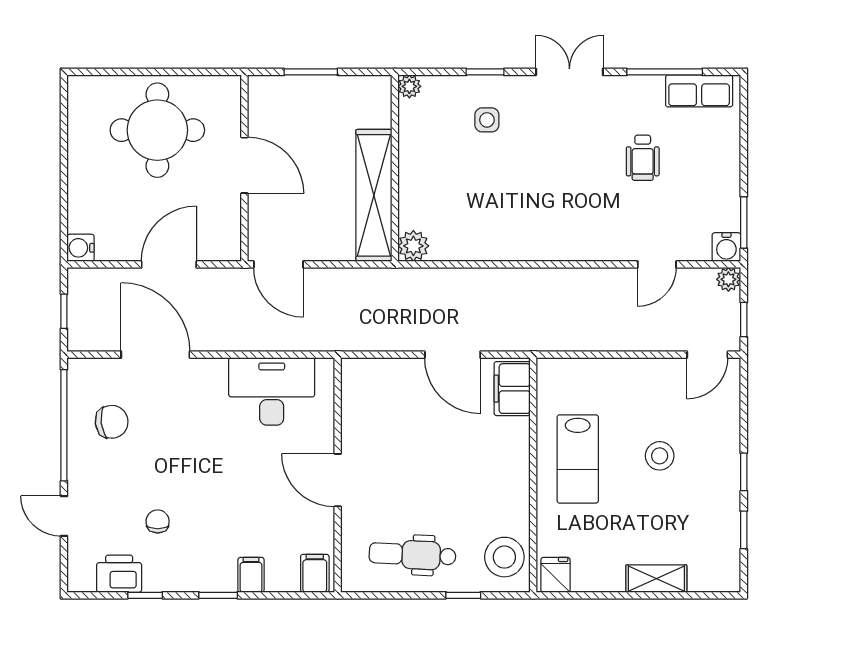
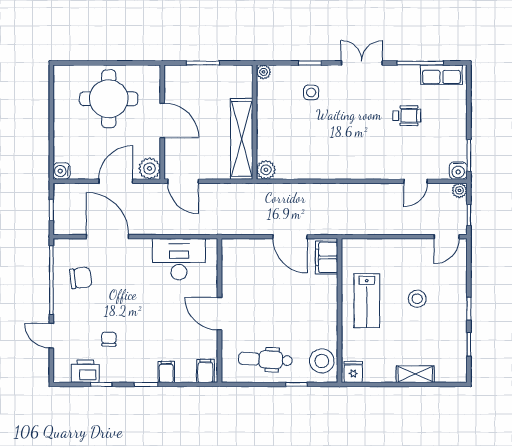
wheelchair: (643, 158) -> (407, 116), turned -90
plant: (224, 244) -> (149, 169), added

